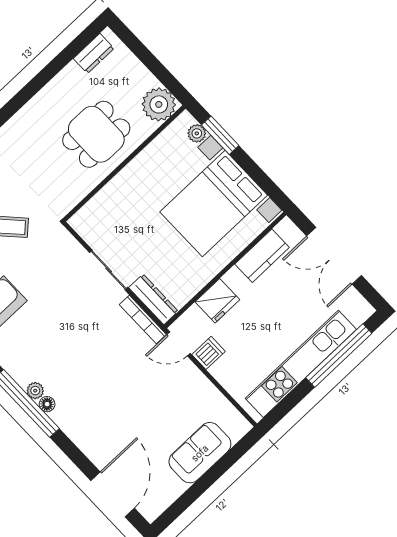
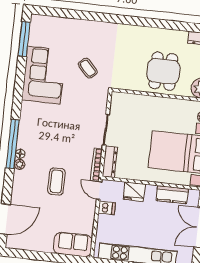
dining table: (96, 134) -> (163, 71), turned 90
coffee table: (121, 388) -> (56, 181), added
plant: (35, 391) -> (19, 164), moved
sofa: (200, 453) -> (73, 245), moved

